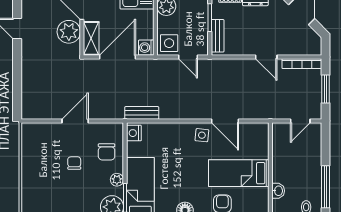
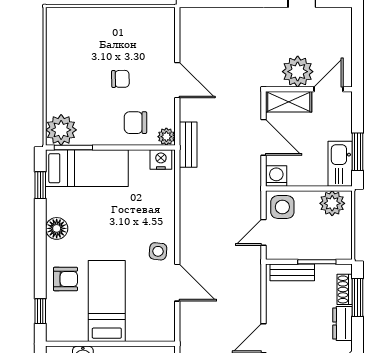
door: (118, 57) -> (264, 137), width x0.73
bench: (142, 113) -> (188, 145), moved
door: (225, 121) -> (177, 283), swing flipped
plant: (117, 180) -> (166, 137), moved

